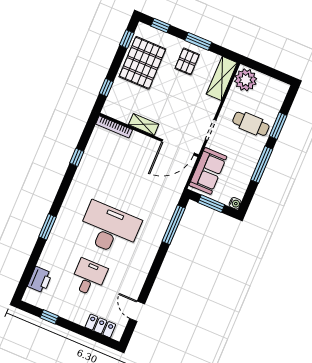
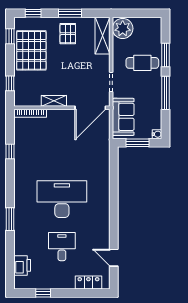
window: (174, 225) -> (114, 173), removed

